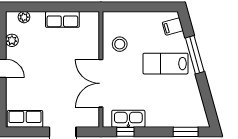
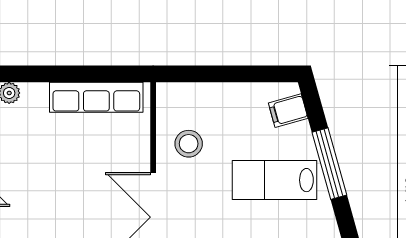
row of seats: (62, 19) -> (96, 97), width x1.48

